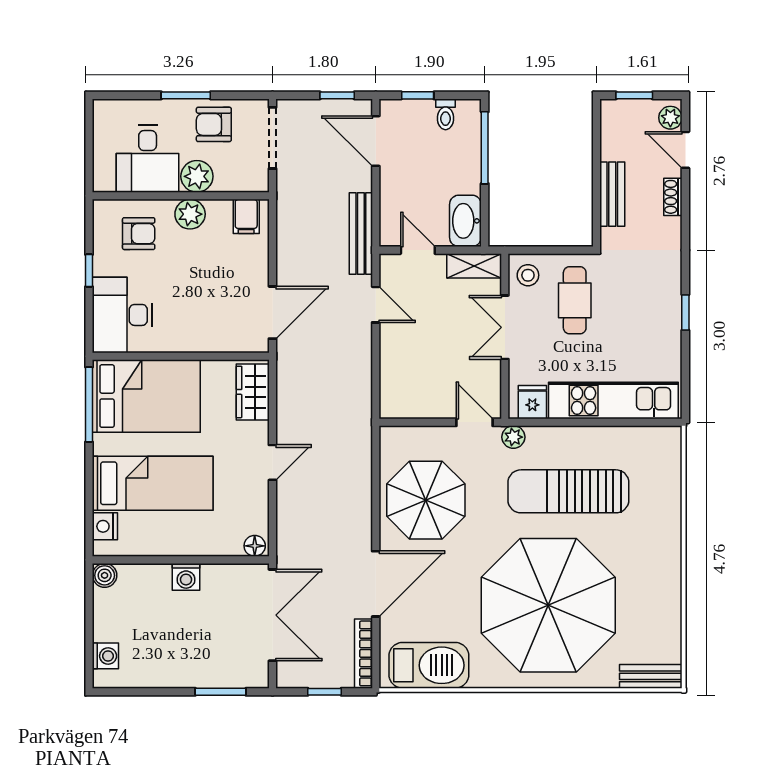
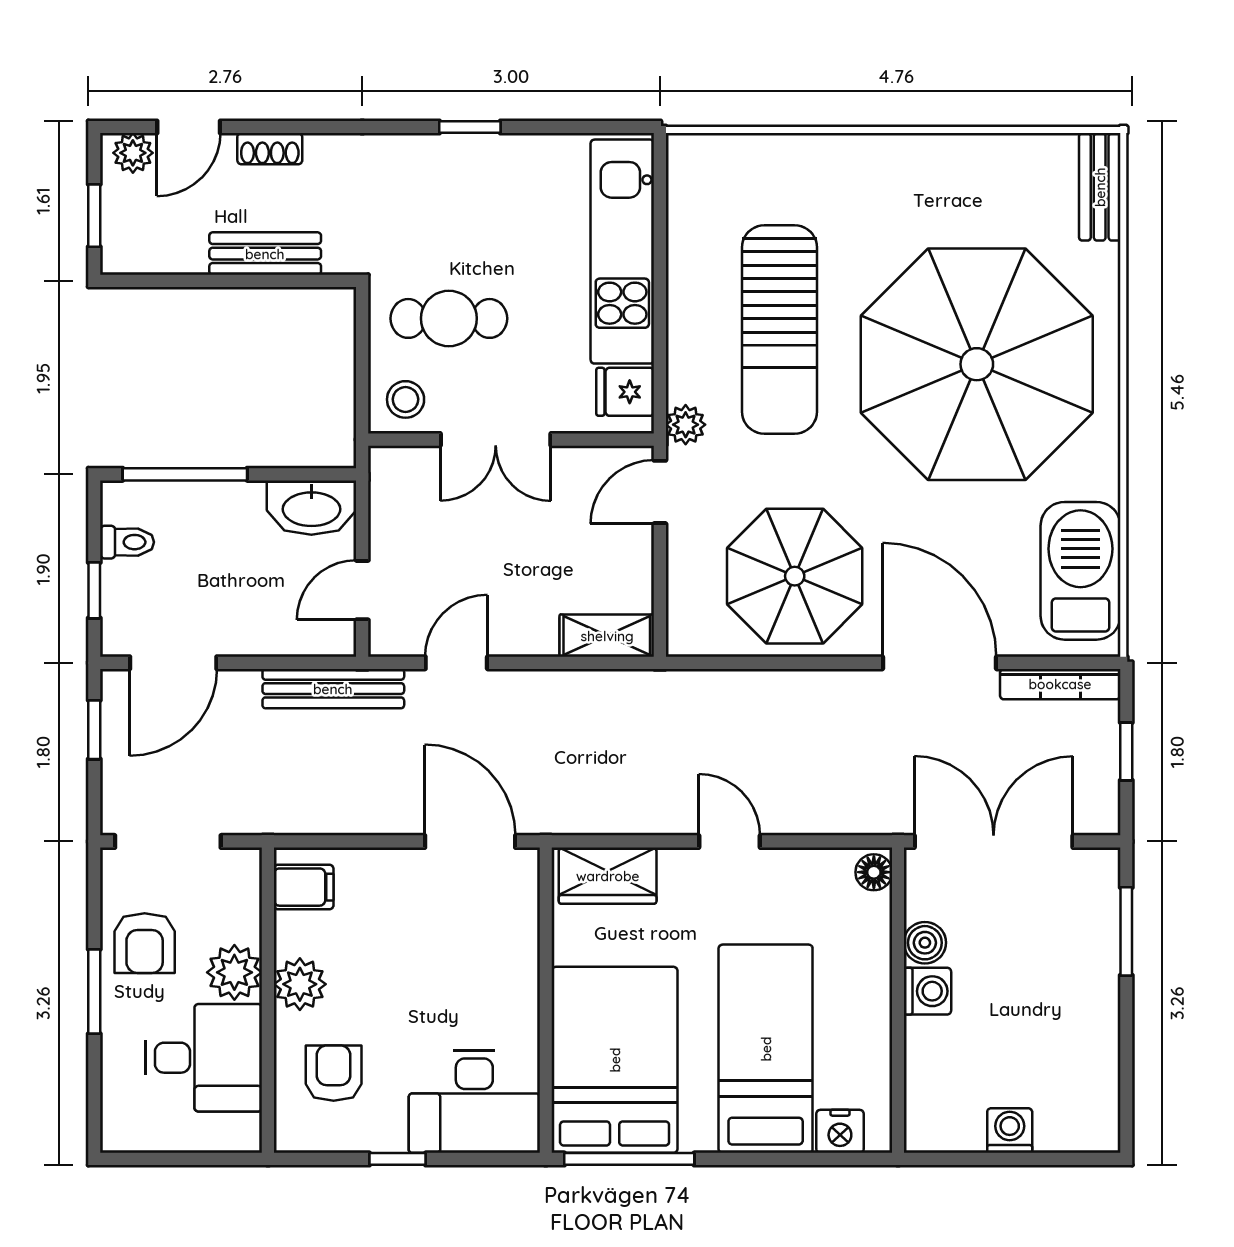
shelving: (474, 266) -> (607, 636), moved, turned 90
boiler: (105, 575) -> (925, 943), moved
washing machine: (105, 656) -> (1010, 1131), moved

